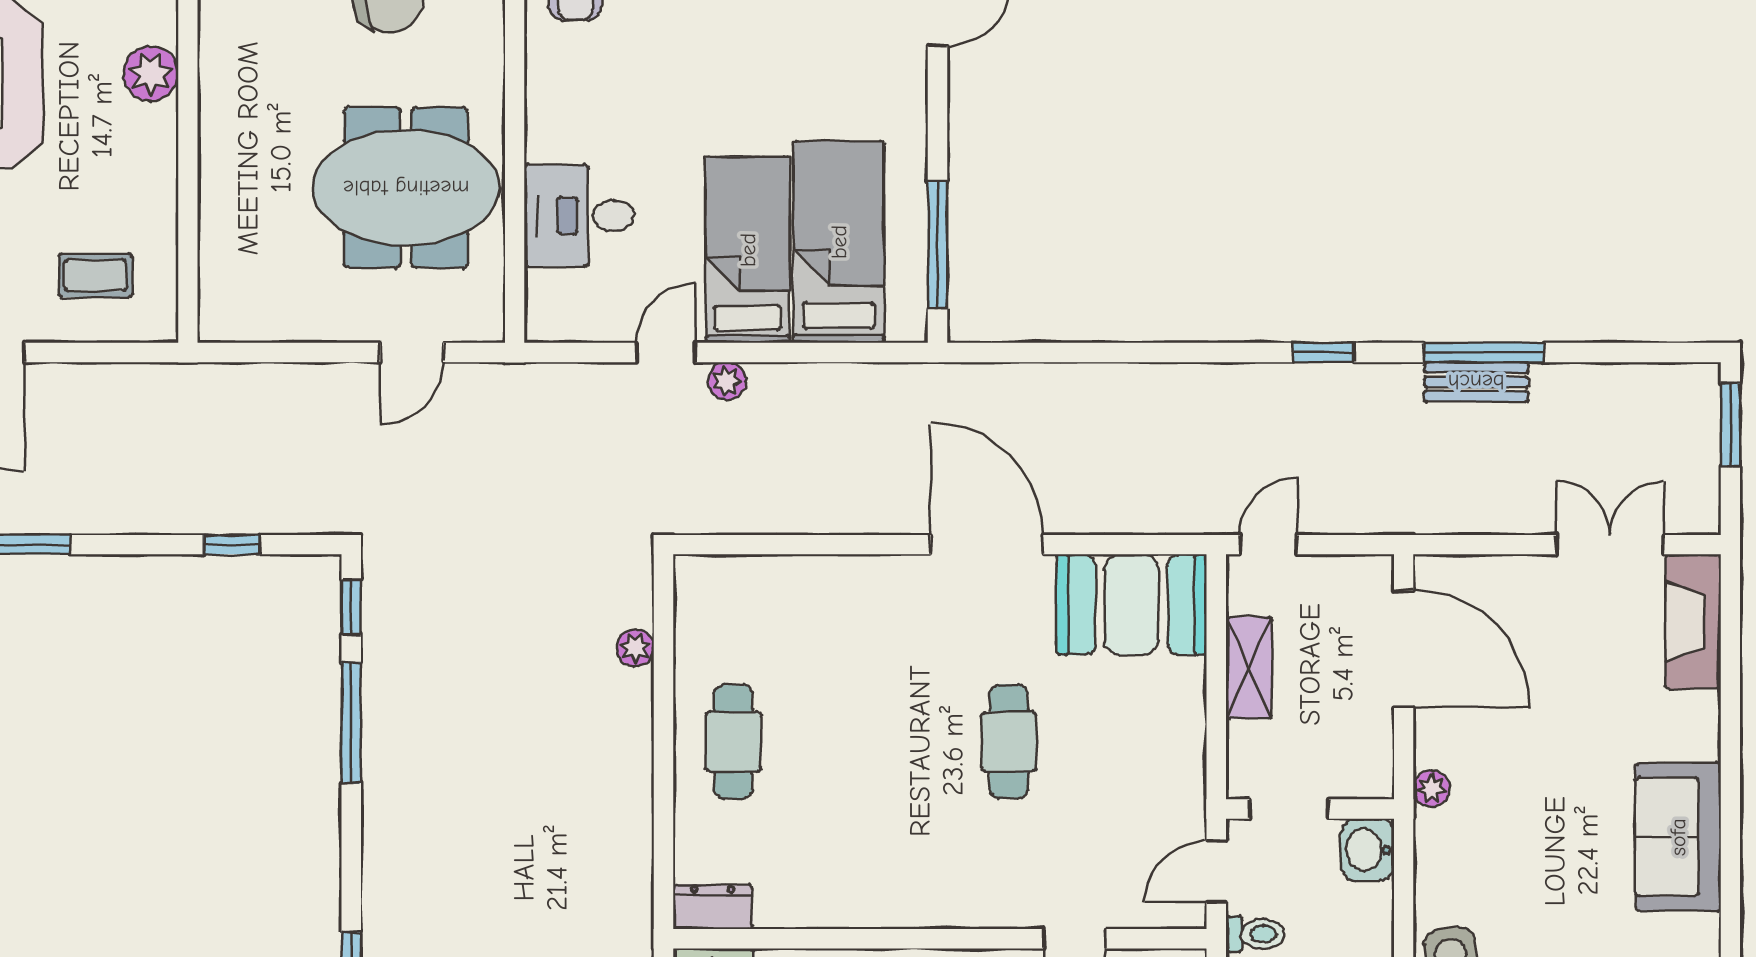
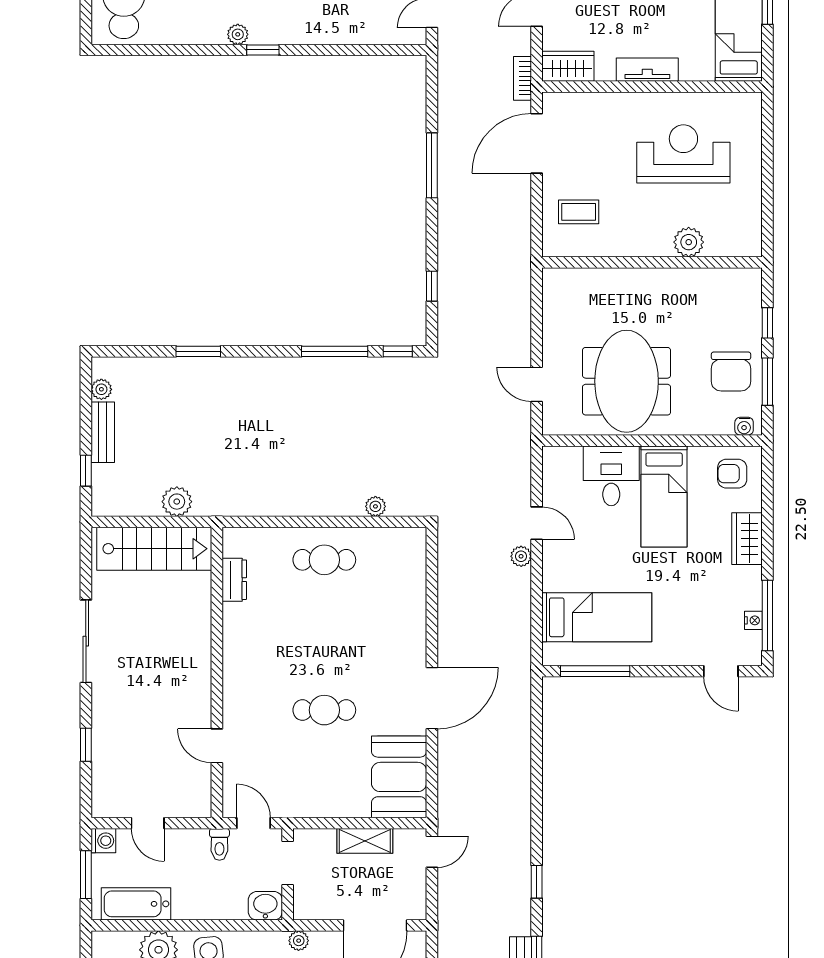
bed: (748, 250) -> (664, 496), moved, turned 90
coffee table: (95, 275) -> (579, 212), turned 90
door: (1269, 545) -> (432, 852), hinge flipped
dresser: (713, 907) -> (234, 580), moved

